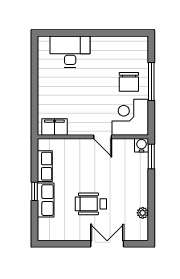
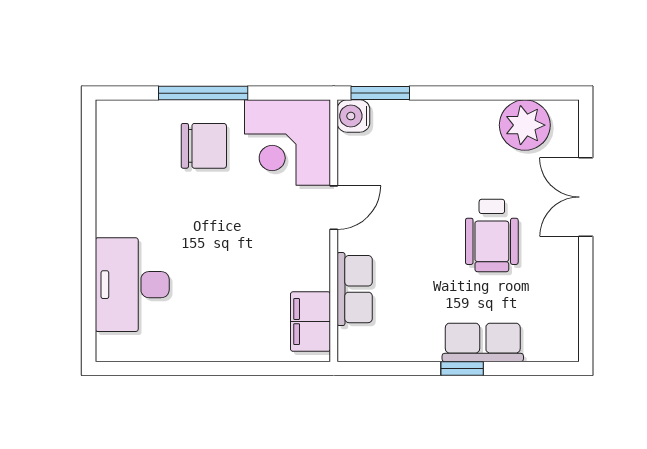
row of seats: (45, 166) -> (355, 289), moved, turned 90
plant: (143, 213) -> (525, 125), width x1.88, depth x1.88

